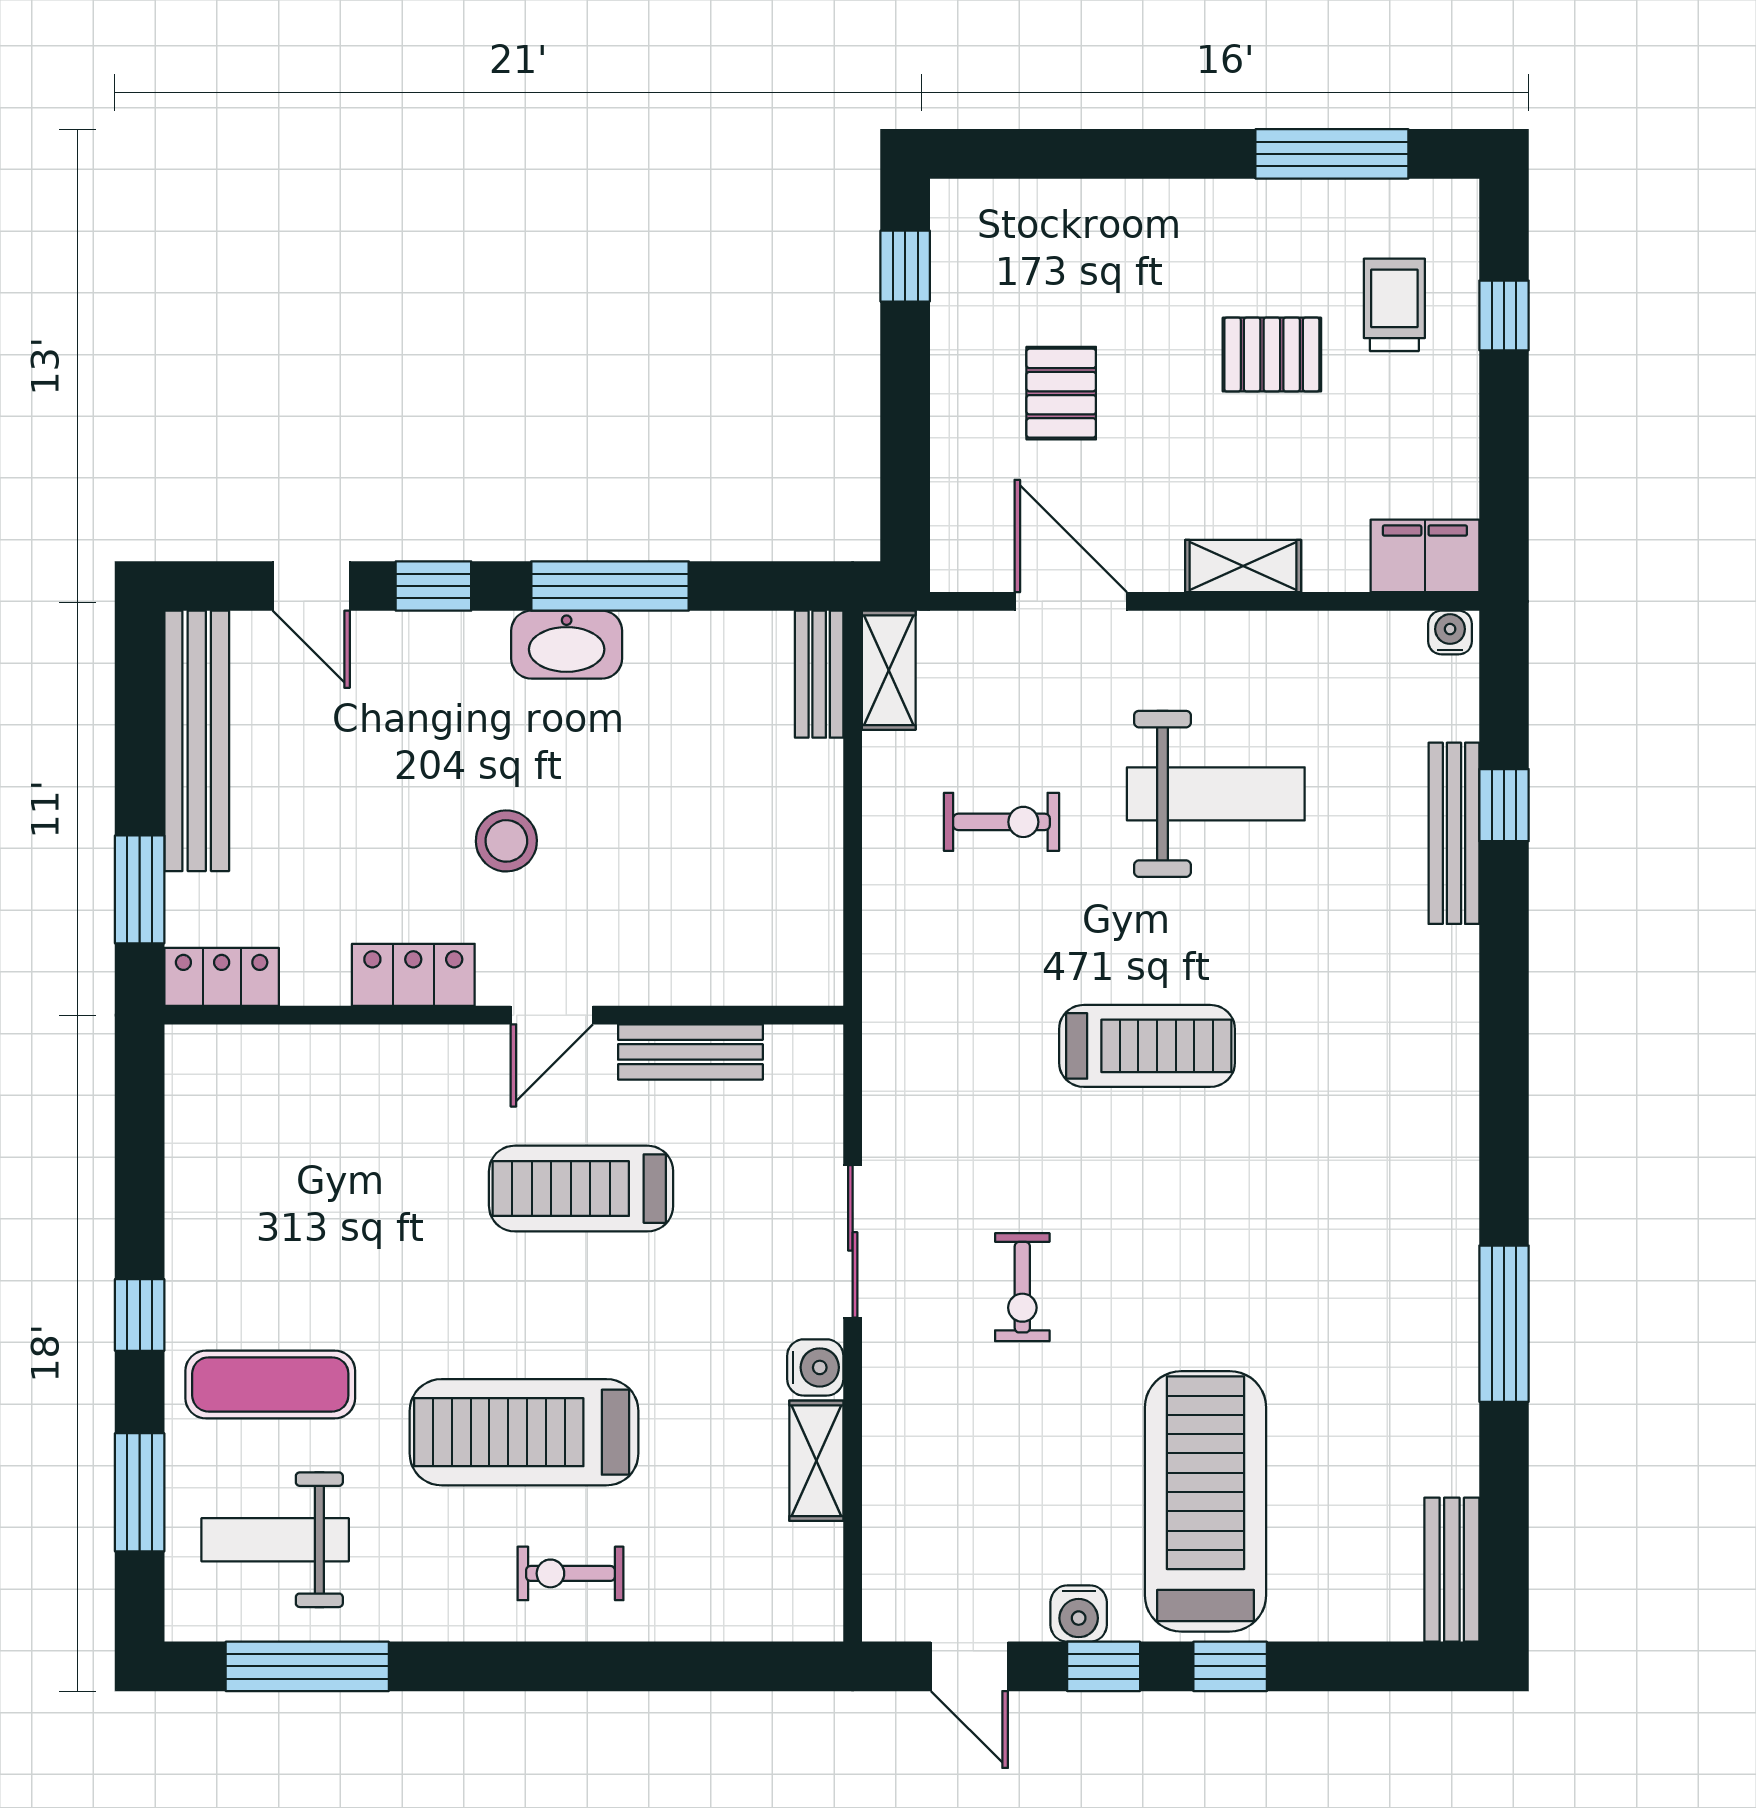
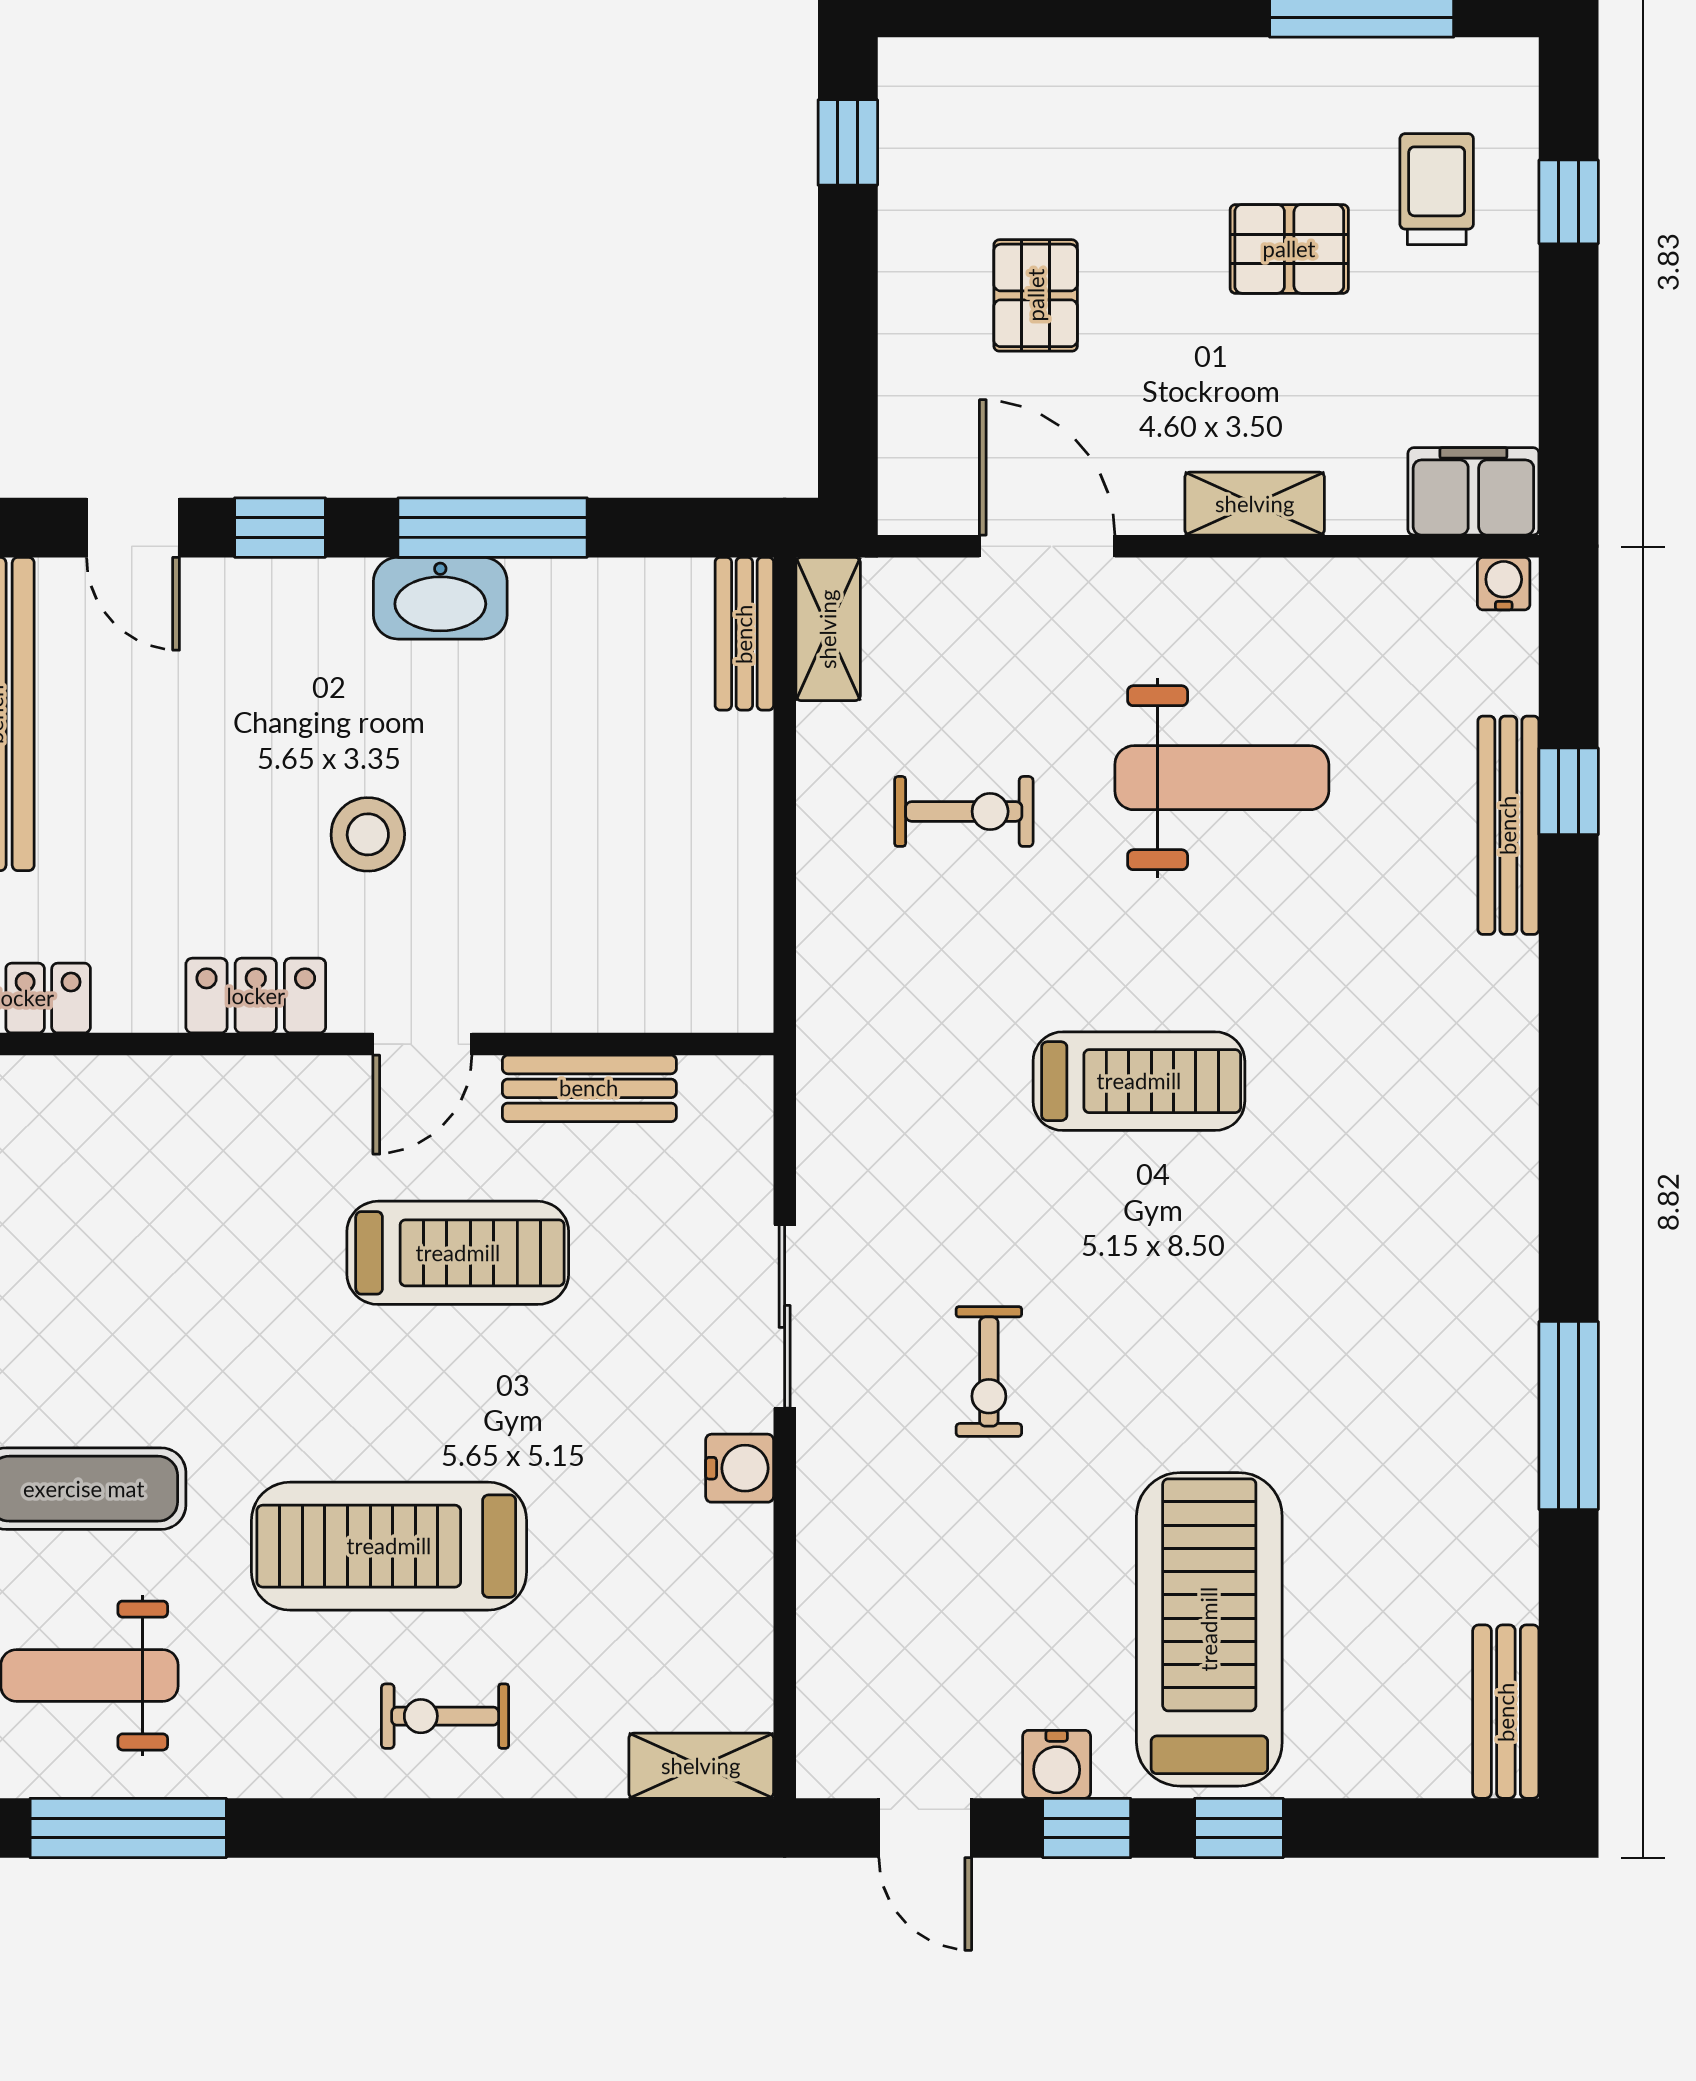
treadmill: (581, 1189) -> (458, 1253), turned 180
shelving: (816, 1461) -> (701, 1766), moved, turned 90

